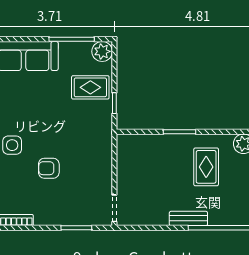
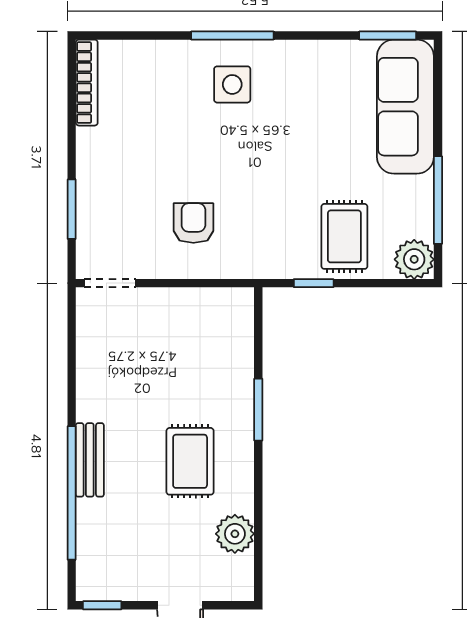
rug: (206, 167) -> (190, 461), turned 90
armchair: (49, 168) -> (193, 223), moved
bench: (188, 218) -> (90, 460), moved

